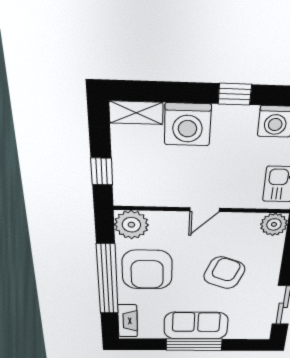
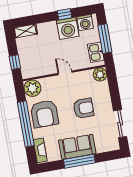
washing machine: (188, 124) -> (68, 28), moved
door: (205, 210) -> (65, 73), swing flipped
armchair: (224, 273) -> (84, 108), turned 69

